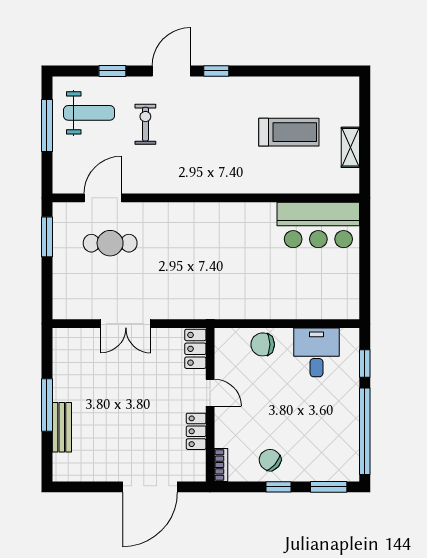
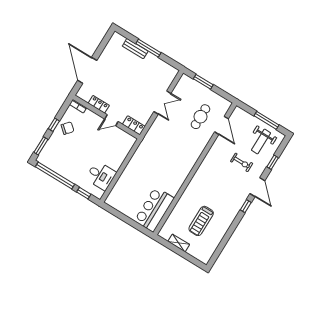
window: (47, 237) -> (203, 82), moved
double door: (126, 324) -> (162, 102), swing flipped
chair: (263, 344) -> (118, 155), removed

